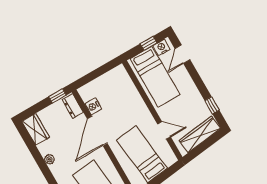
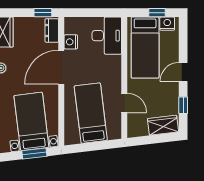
door: (182, 54) -> (183, 72), moved
desk: (119, 85) -> (107, 36), added
wardrobe: (200, 134) -> (163, 125), width x0.67

